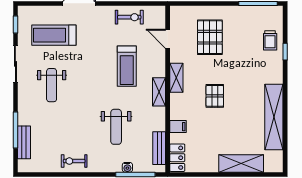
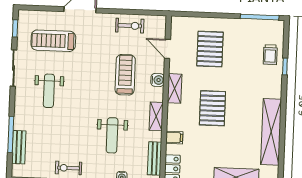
treadmill: (127, 66) -> (125, 75), turned 180
water cooler: (159, 70) -> (158, 80), added
shelving: (159, 92) -> (156, 116), moved
pallet: (215, 96) -> (212, 108), width x1.50, depth x1.42

